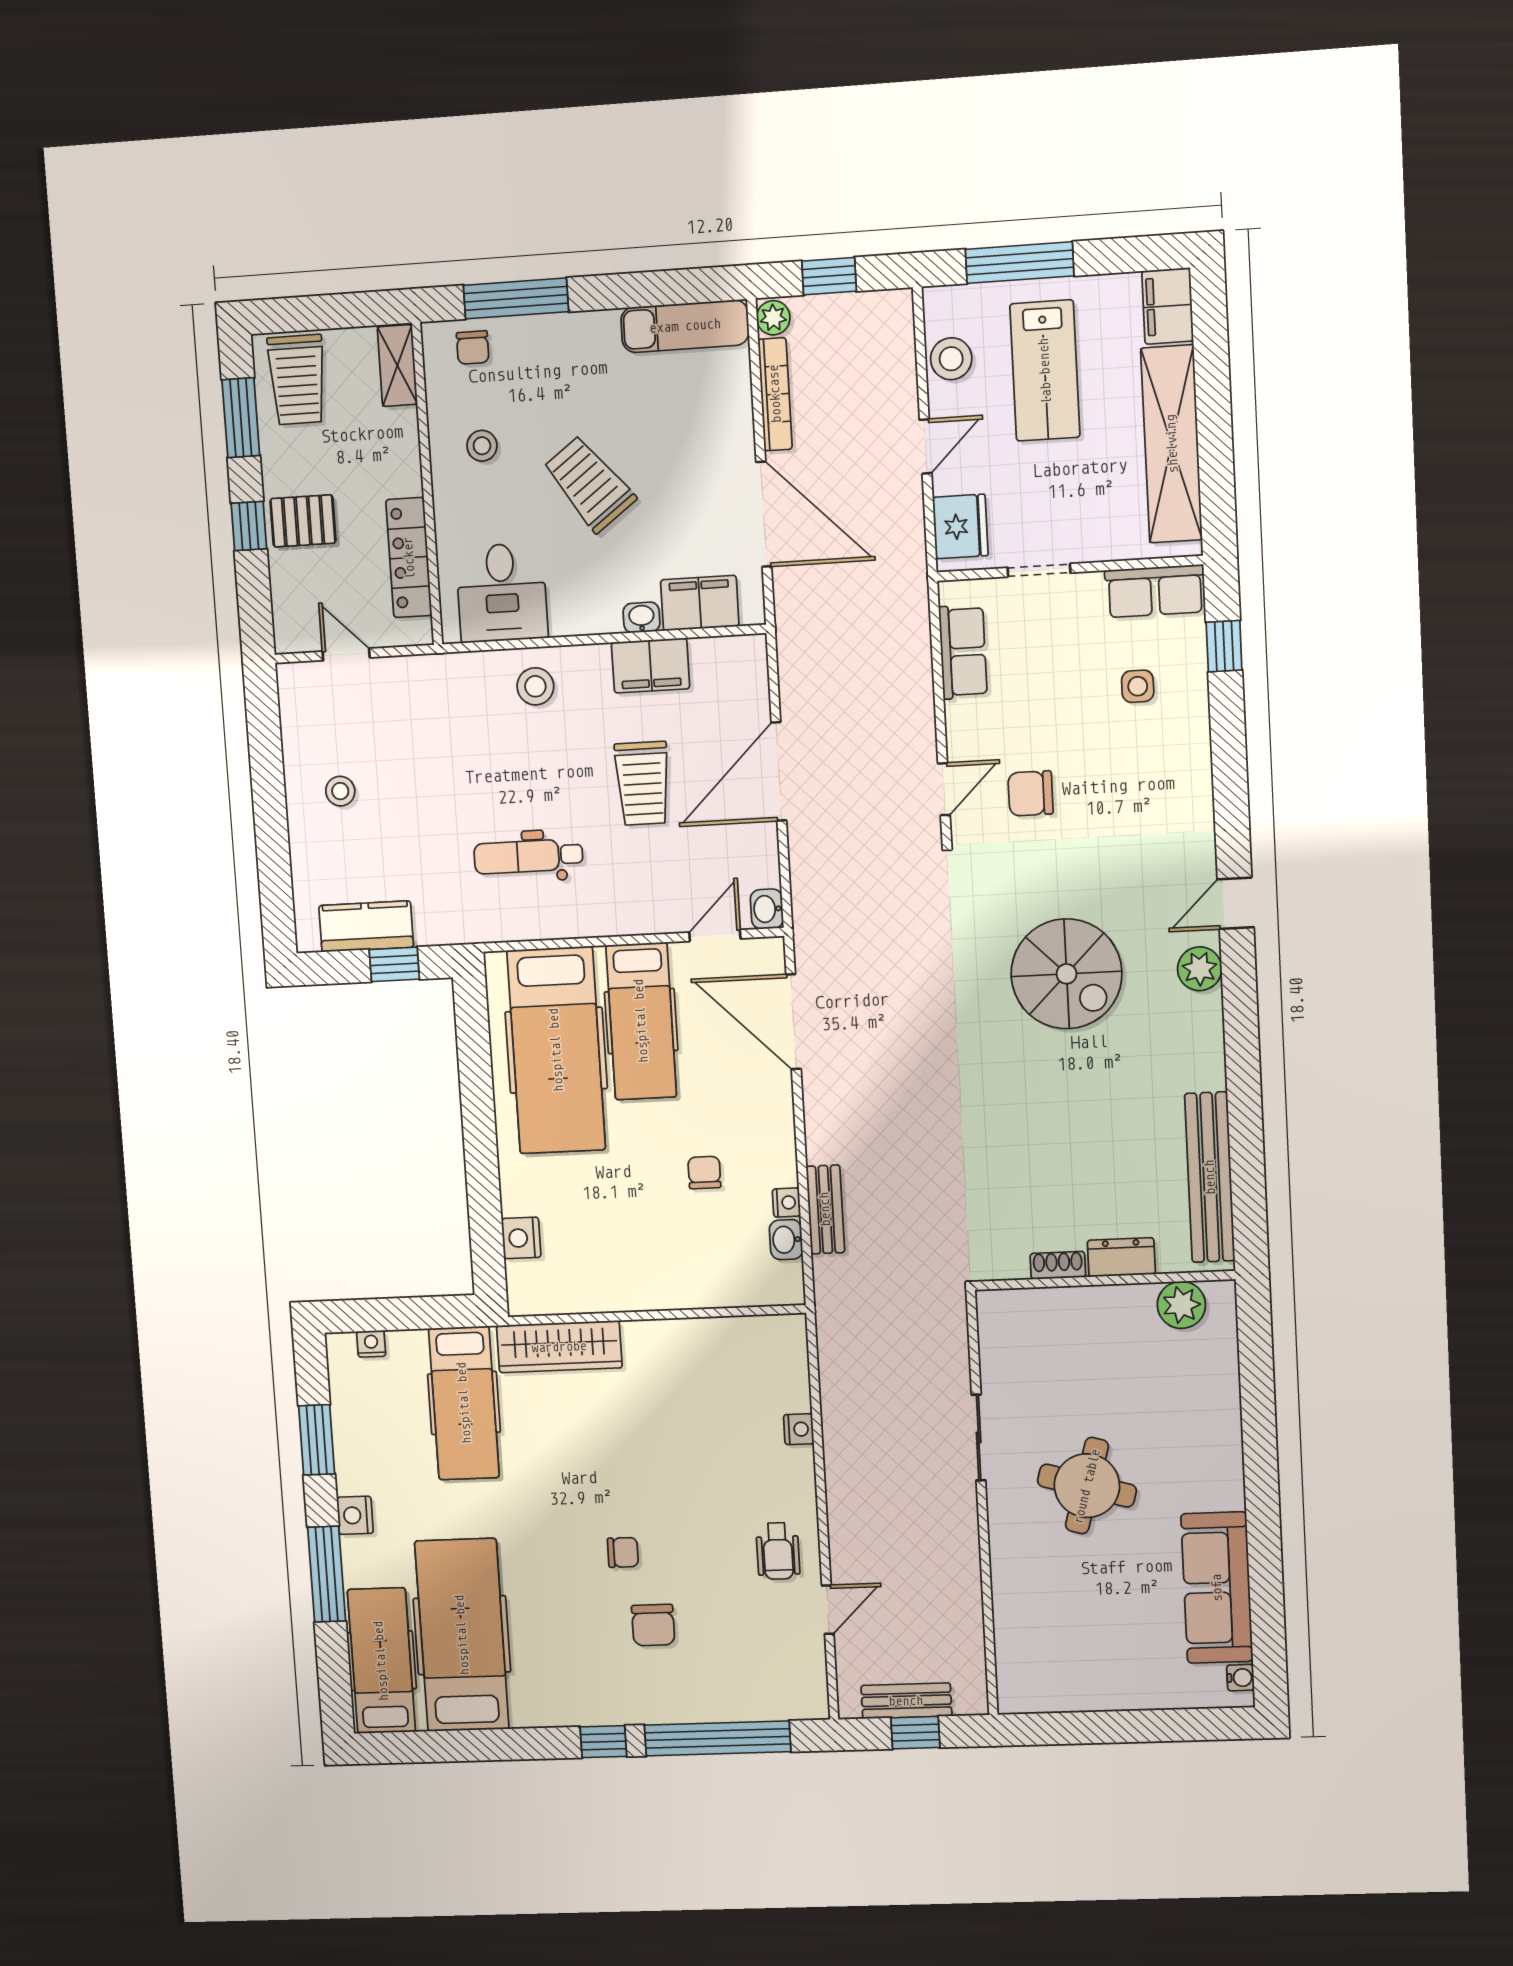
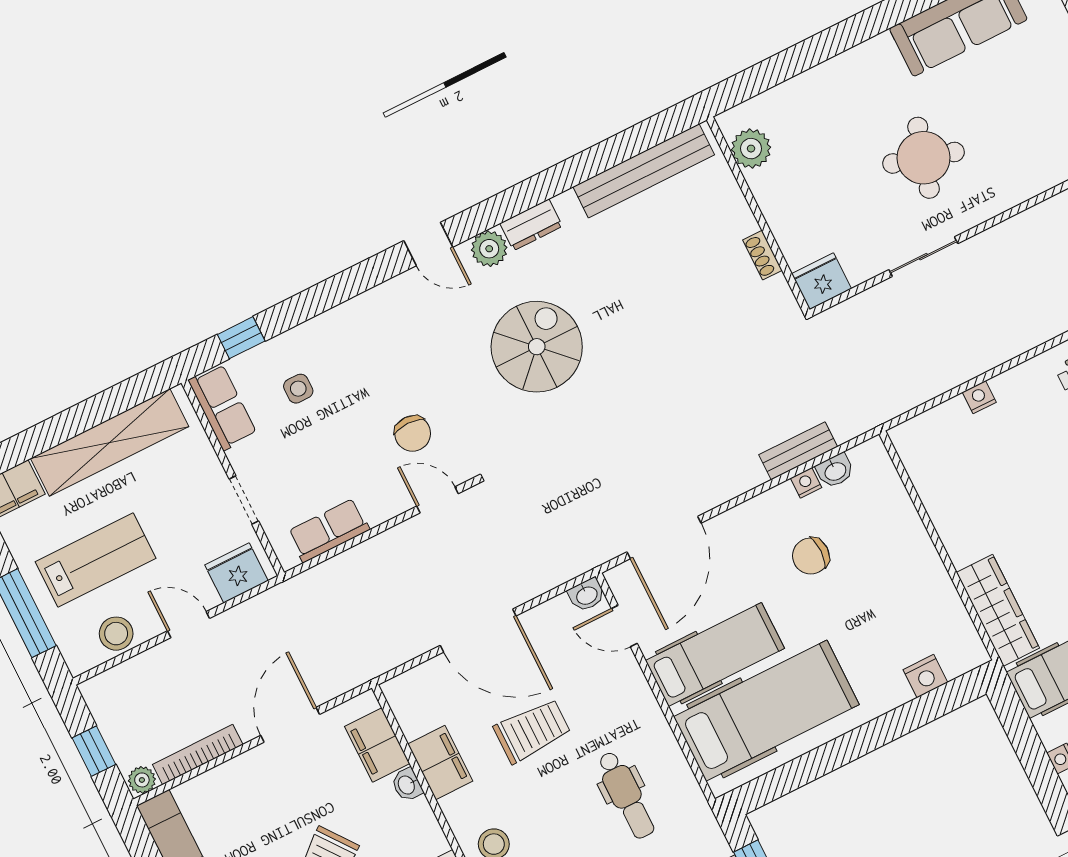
door: (764, 514) -> (290, 725), width x0.73
chair: (704, 1173) -> (811, 556), width x1.37, depth x1.37
dresser: (1121, 1257) -> (531, 225), moved, turned -90
fridge: (1000, 1317) -> (822, 281), added

